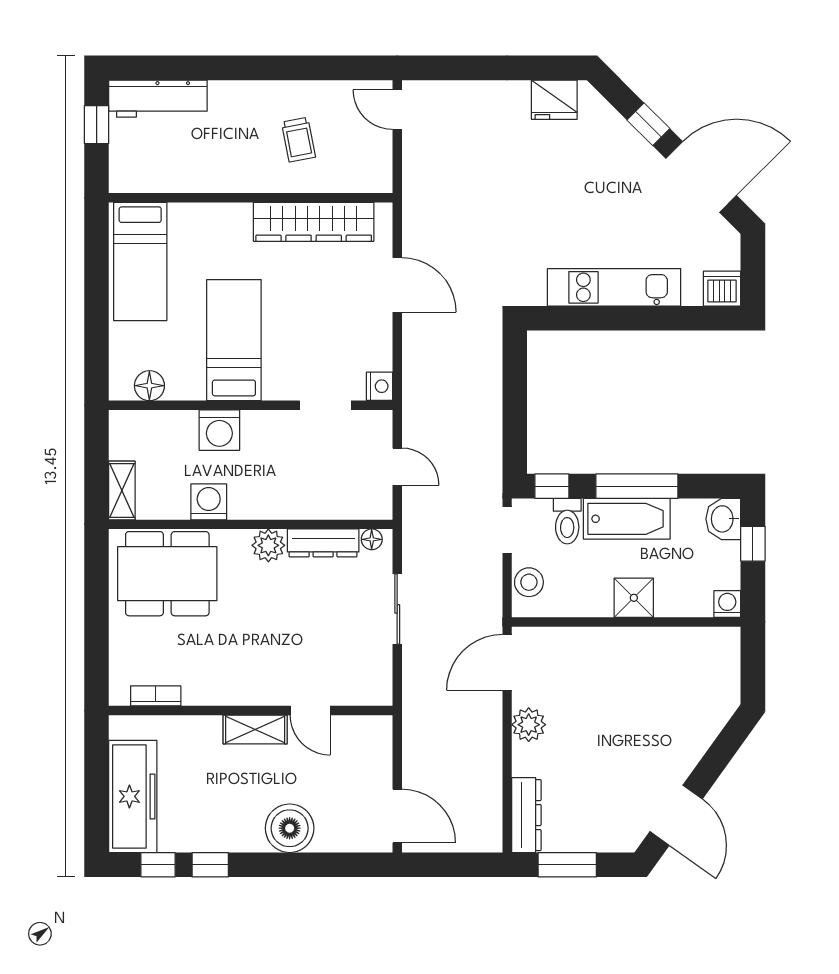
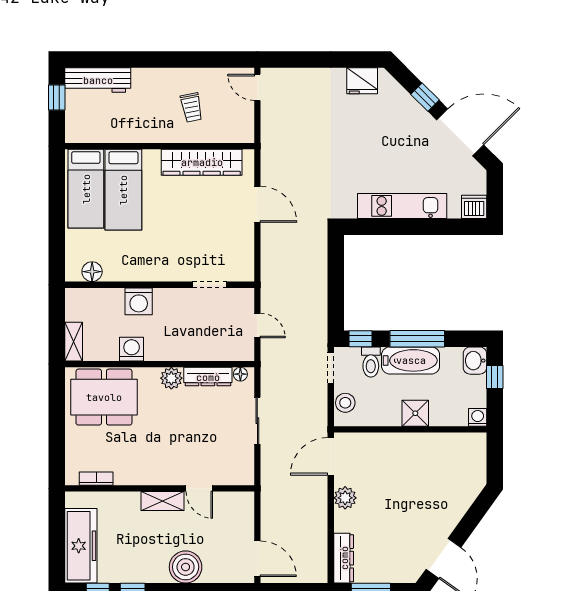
bed: (234, 340) -> (123, 190), moved, turned 180
nightstand: (380, 386) -> (246, 272), removed

